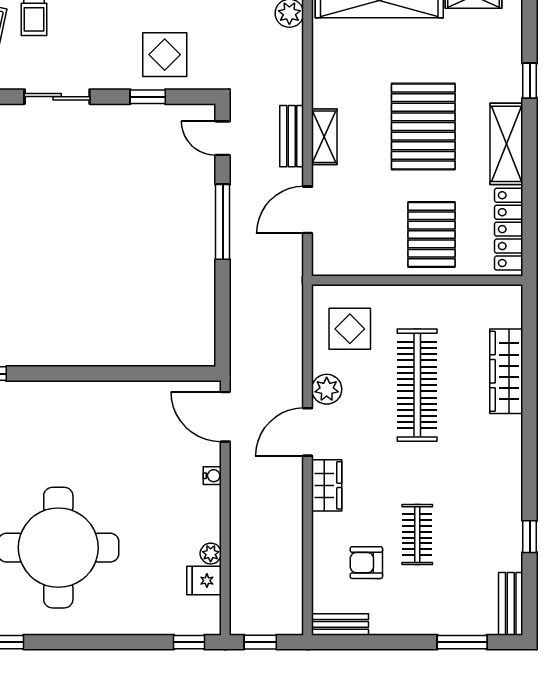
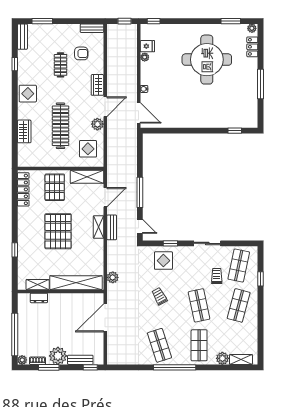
shelving: (506, 144) -> (87, 177), moved, turned 90
wardrobe: (506, 371) -> (24, 131), width x0.67
display table: (498, 464) -> (28, 94), added

